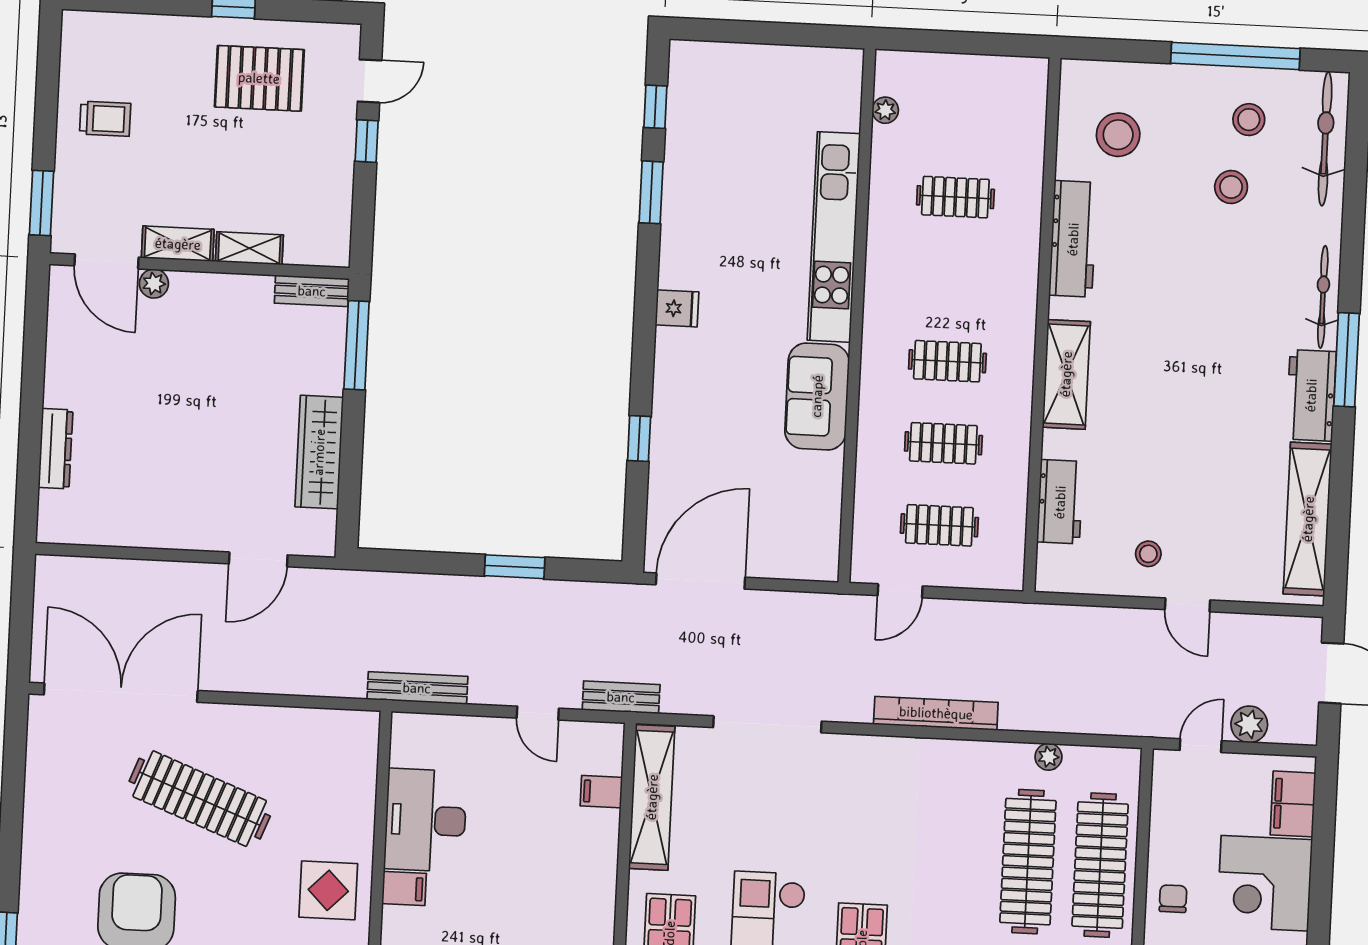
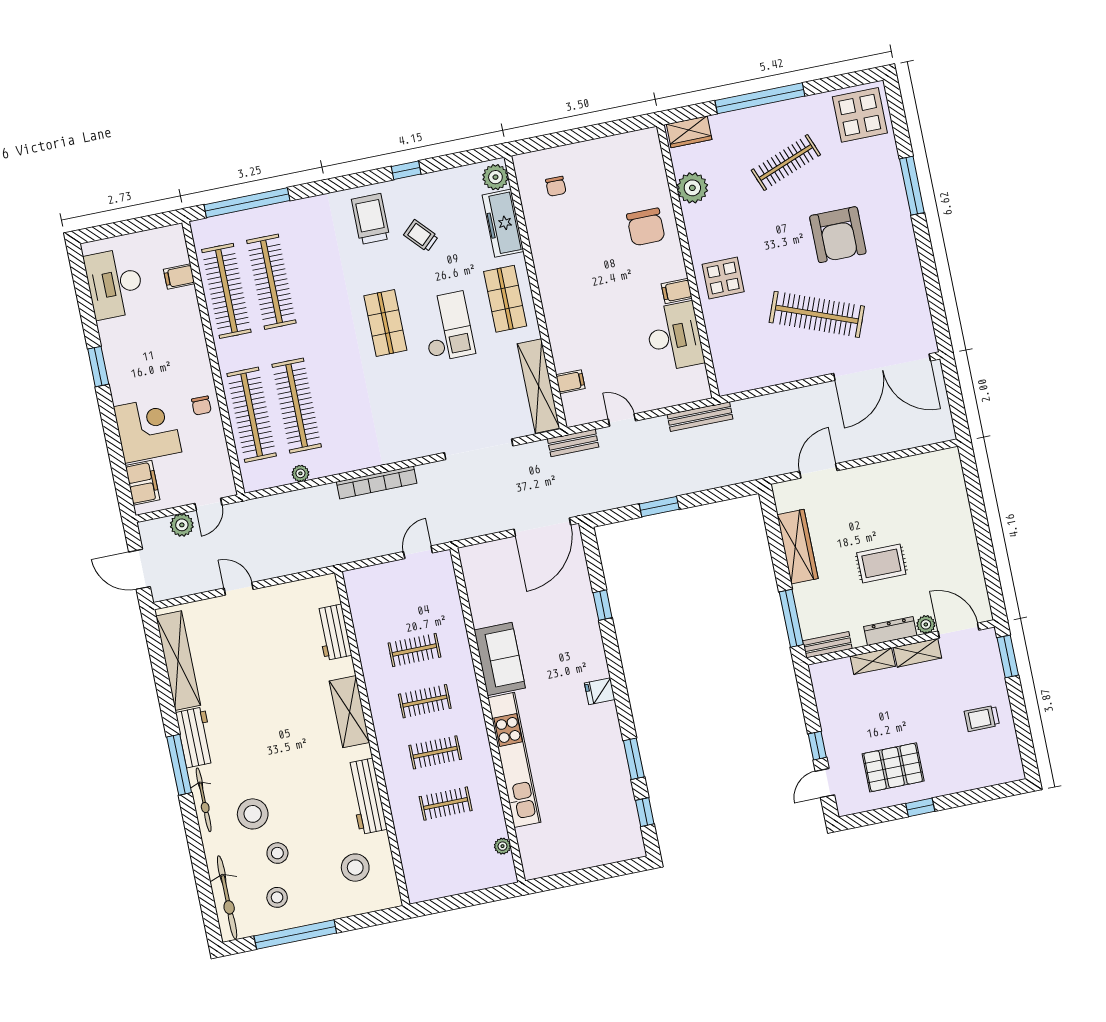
rug: (198, 394) -> (881, 563), added
dresser: (56, 449) -> (890, 631), moved, turned 90
clothes rail: (939, 525) -> (435, 752), moved
stool: (1148, 554) -> (253, 814), moved, width x1.89, depth x1.89

